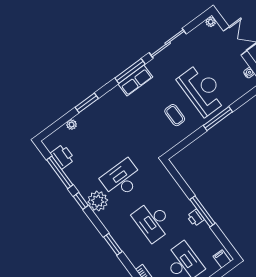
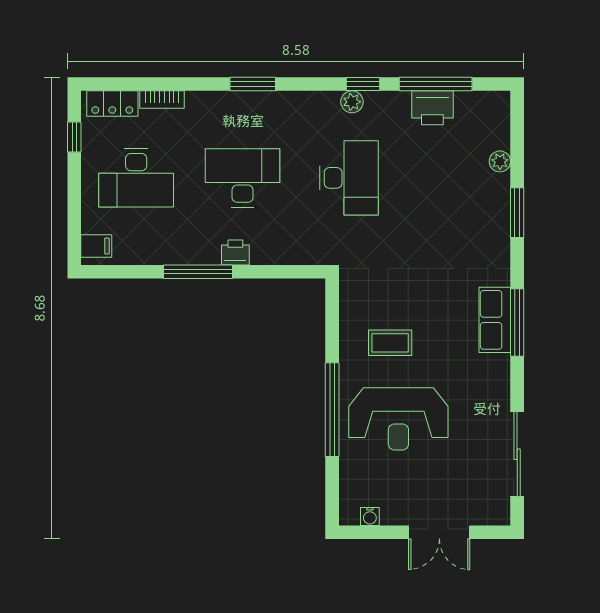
plant: (211, 22) -> (500, 515), removed
sliding door: (168, 43) -> (517, 454), moved
window: (218, 119) -> (332, 410), width x1.46
printer: (62, 156) -> (432, 108), moved
plant: (98, 201) -> (352, 102), width x0.53, depth x0.53
printer: (196, 218) -> (235, 252), moved

